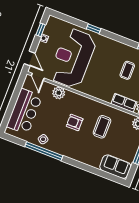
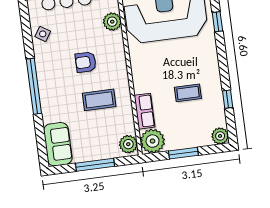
armchair: (75, 122) -> (86, 62), turned -90
window: (44, 151) -> (34, 86), moved

